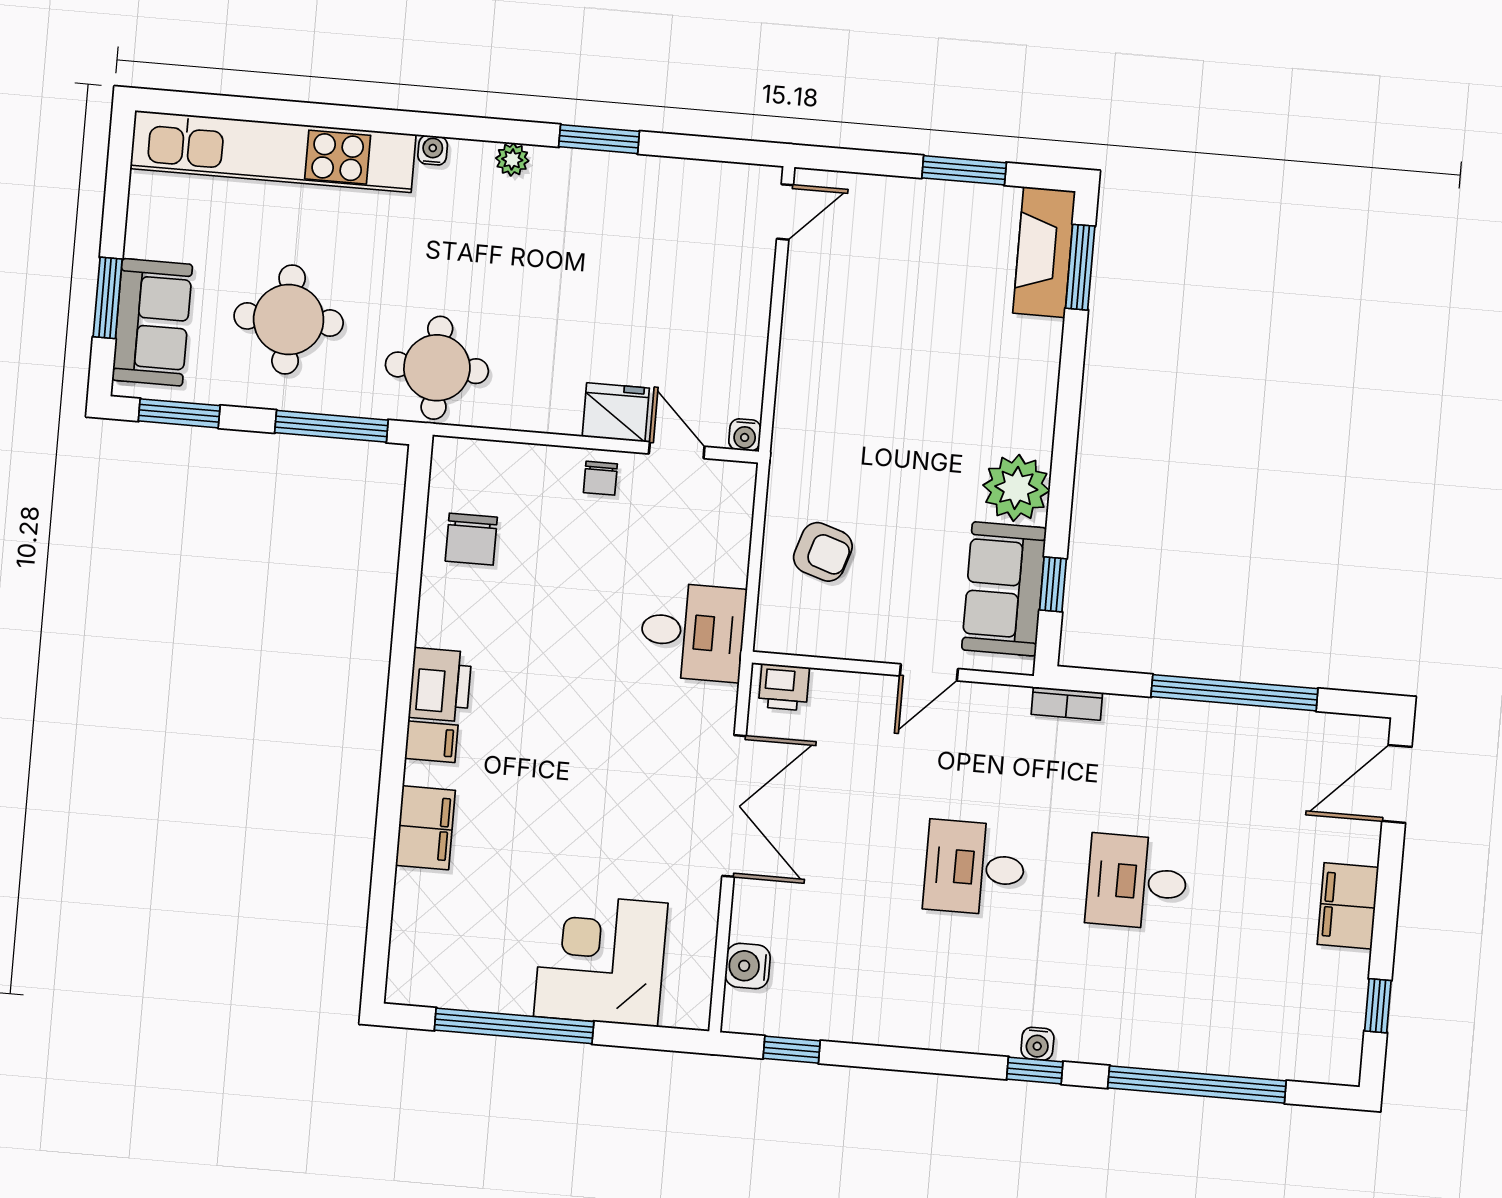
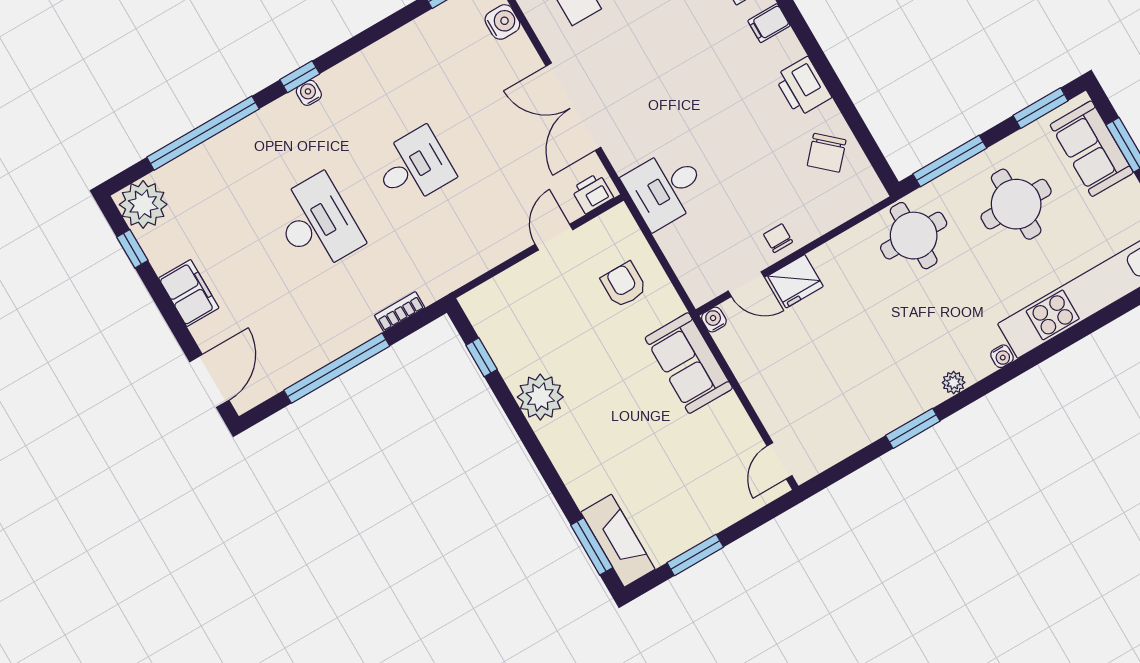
chair: (471, 539) -> (827, 153), turned -138
armchair: (823, 552) -> (624, 285), turned 72
sofa: (1004, 589) -> (689, 363), moved, turned 180
door: (929, 672) -> (554, 237), moved
printer: (440, 685) -> (803, 87), moved
bookcase: (1067, 703) -> (400, 312), moved
desk: (1137, 882) -> (317, 223), width x1.37
plant: (1328, 1049) -> (143, 204), added

